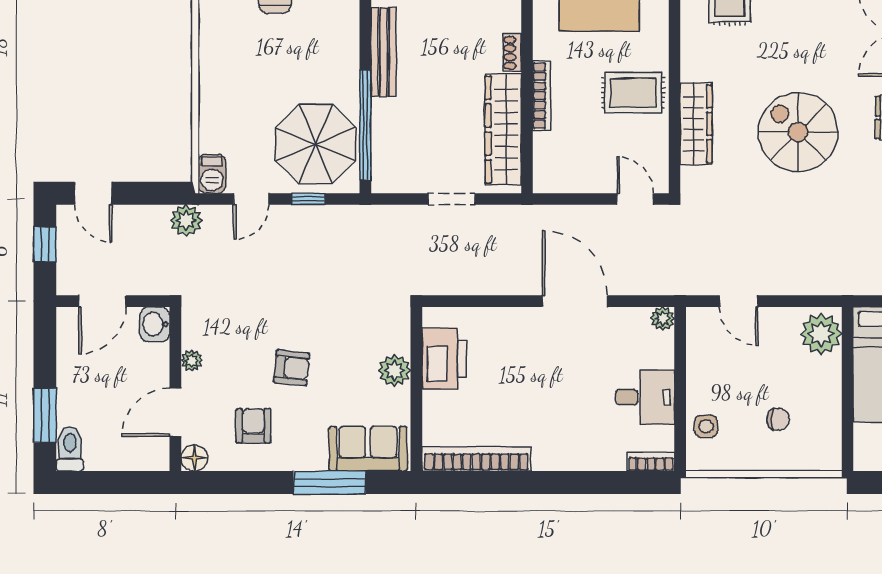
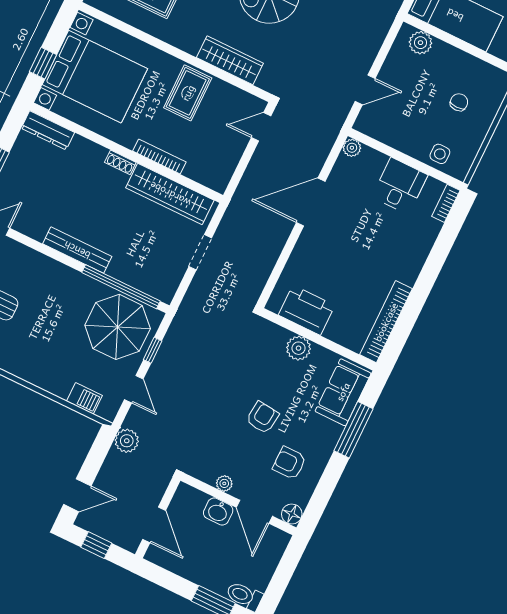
barbecue: (212, 174) -> (84, 398), moved
washbasin: (155, 324) -> (218, 512), moved
plant: (821, 334) -> (420, 43), width x0.73, depth x0.73

